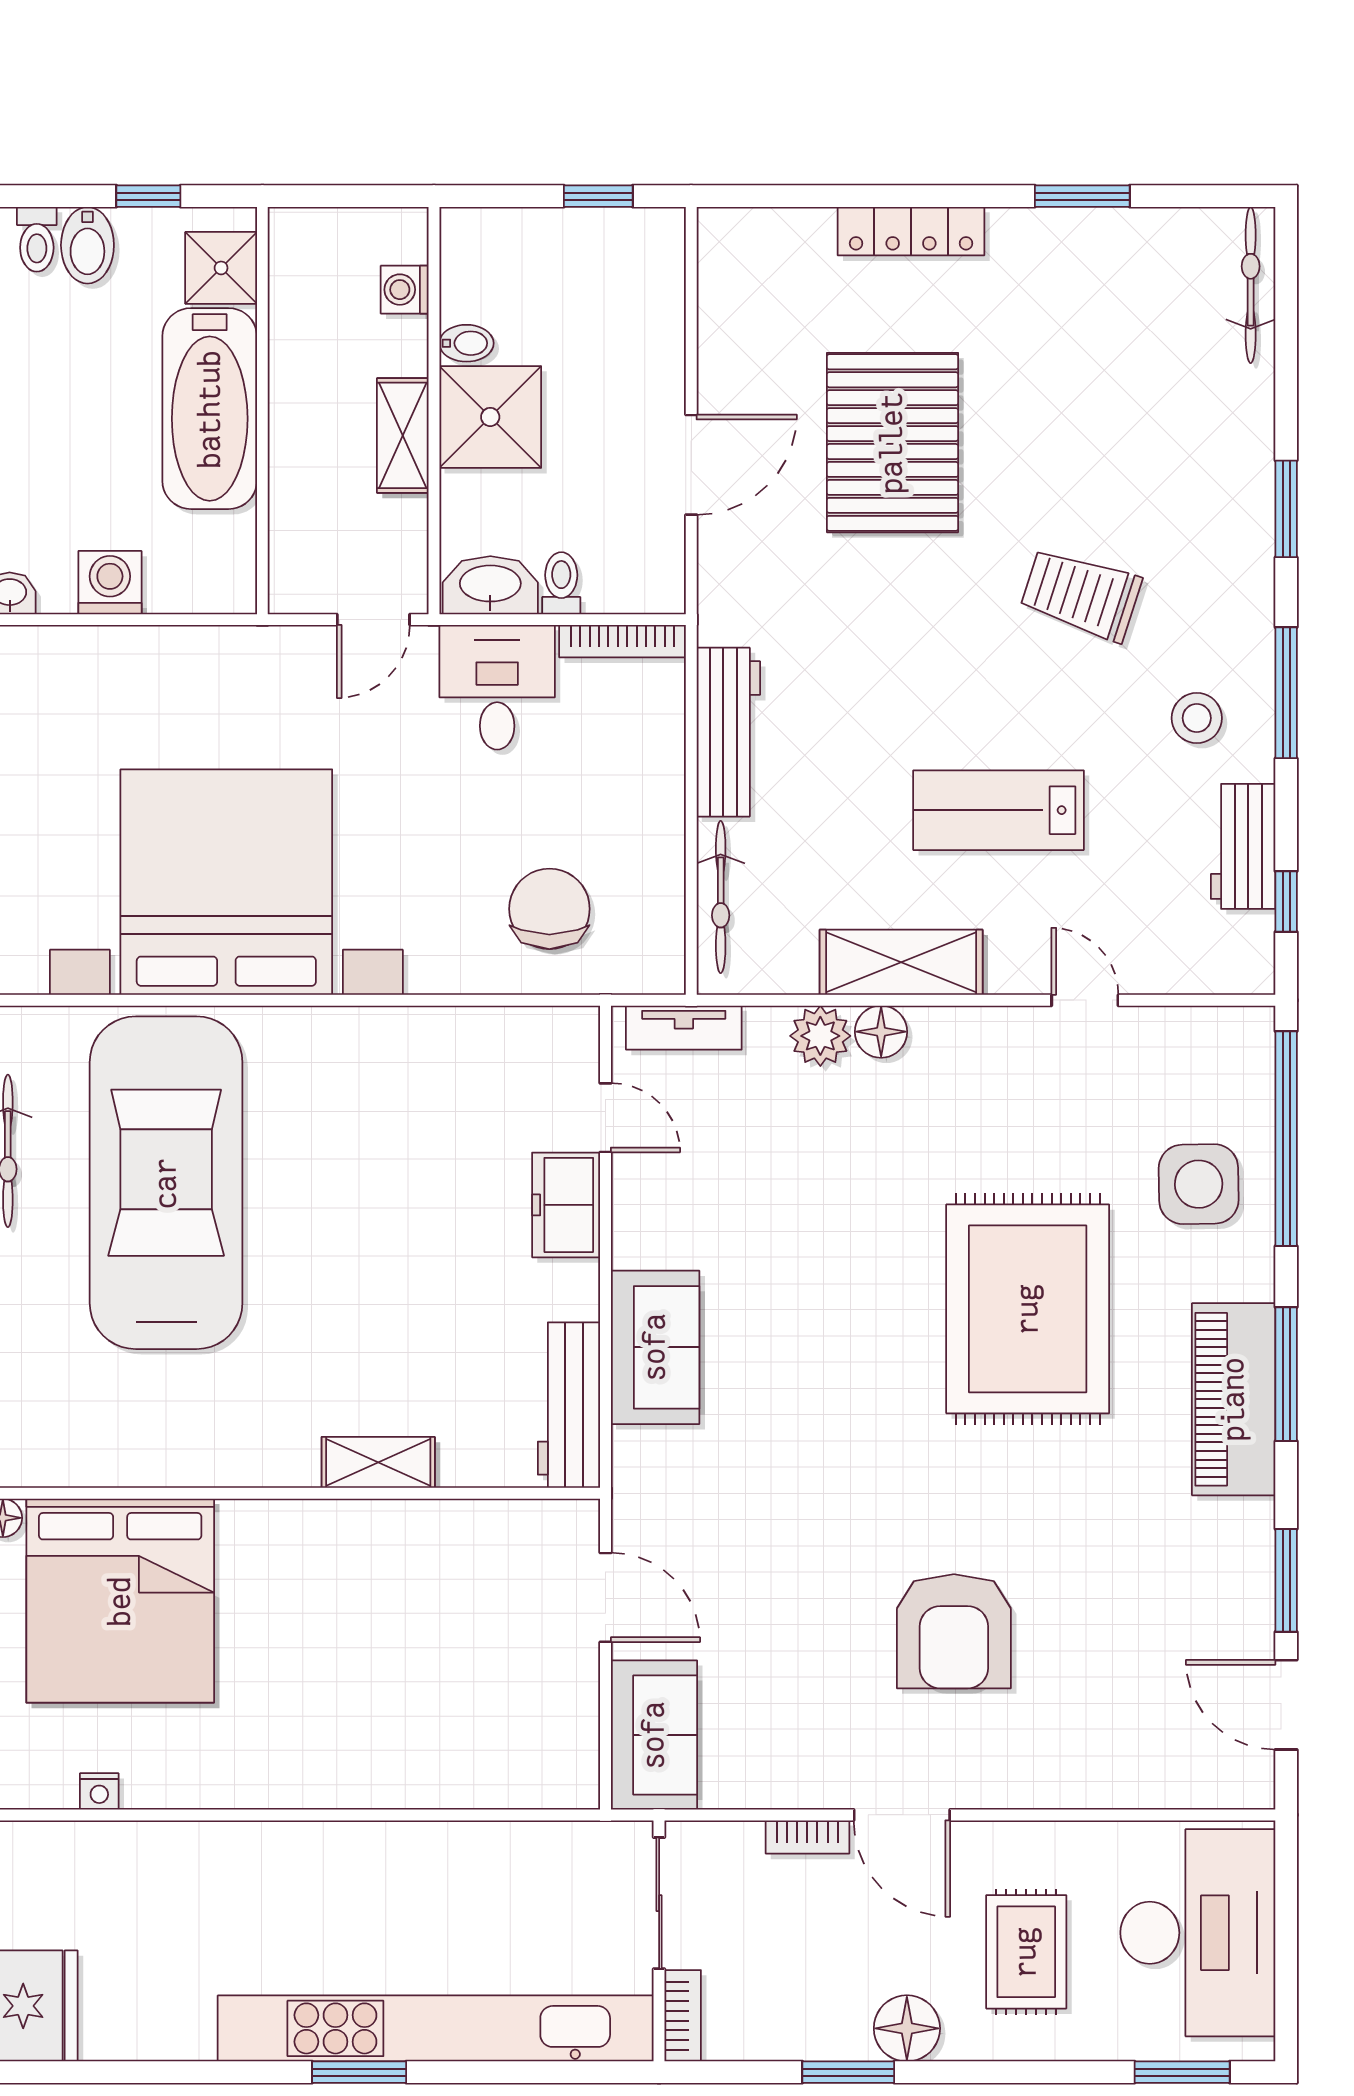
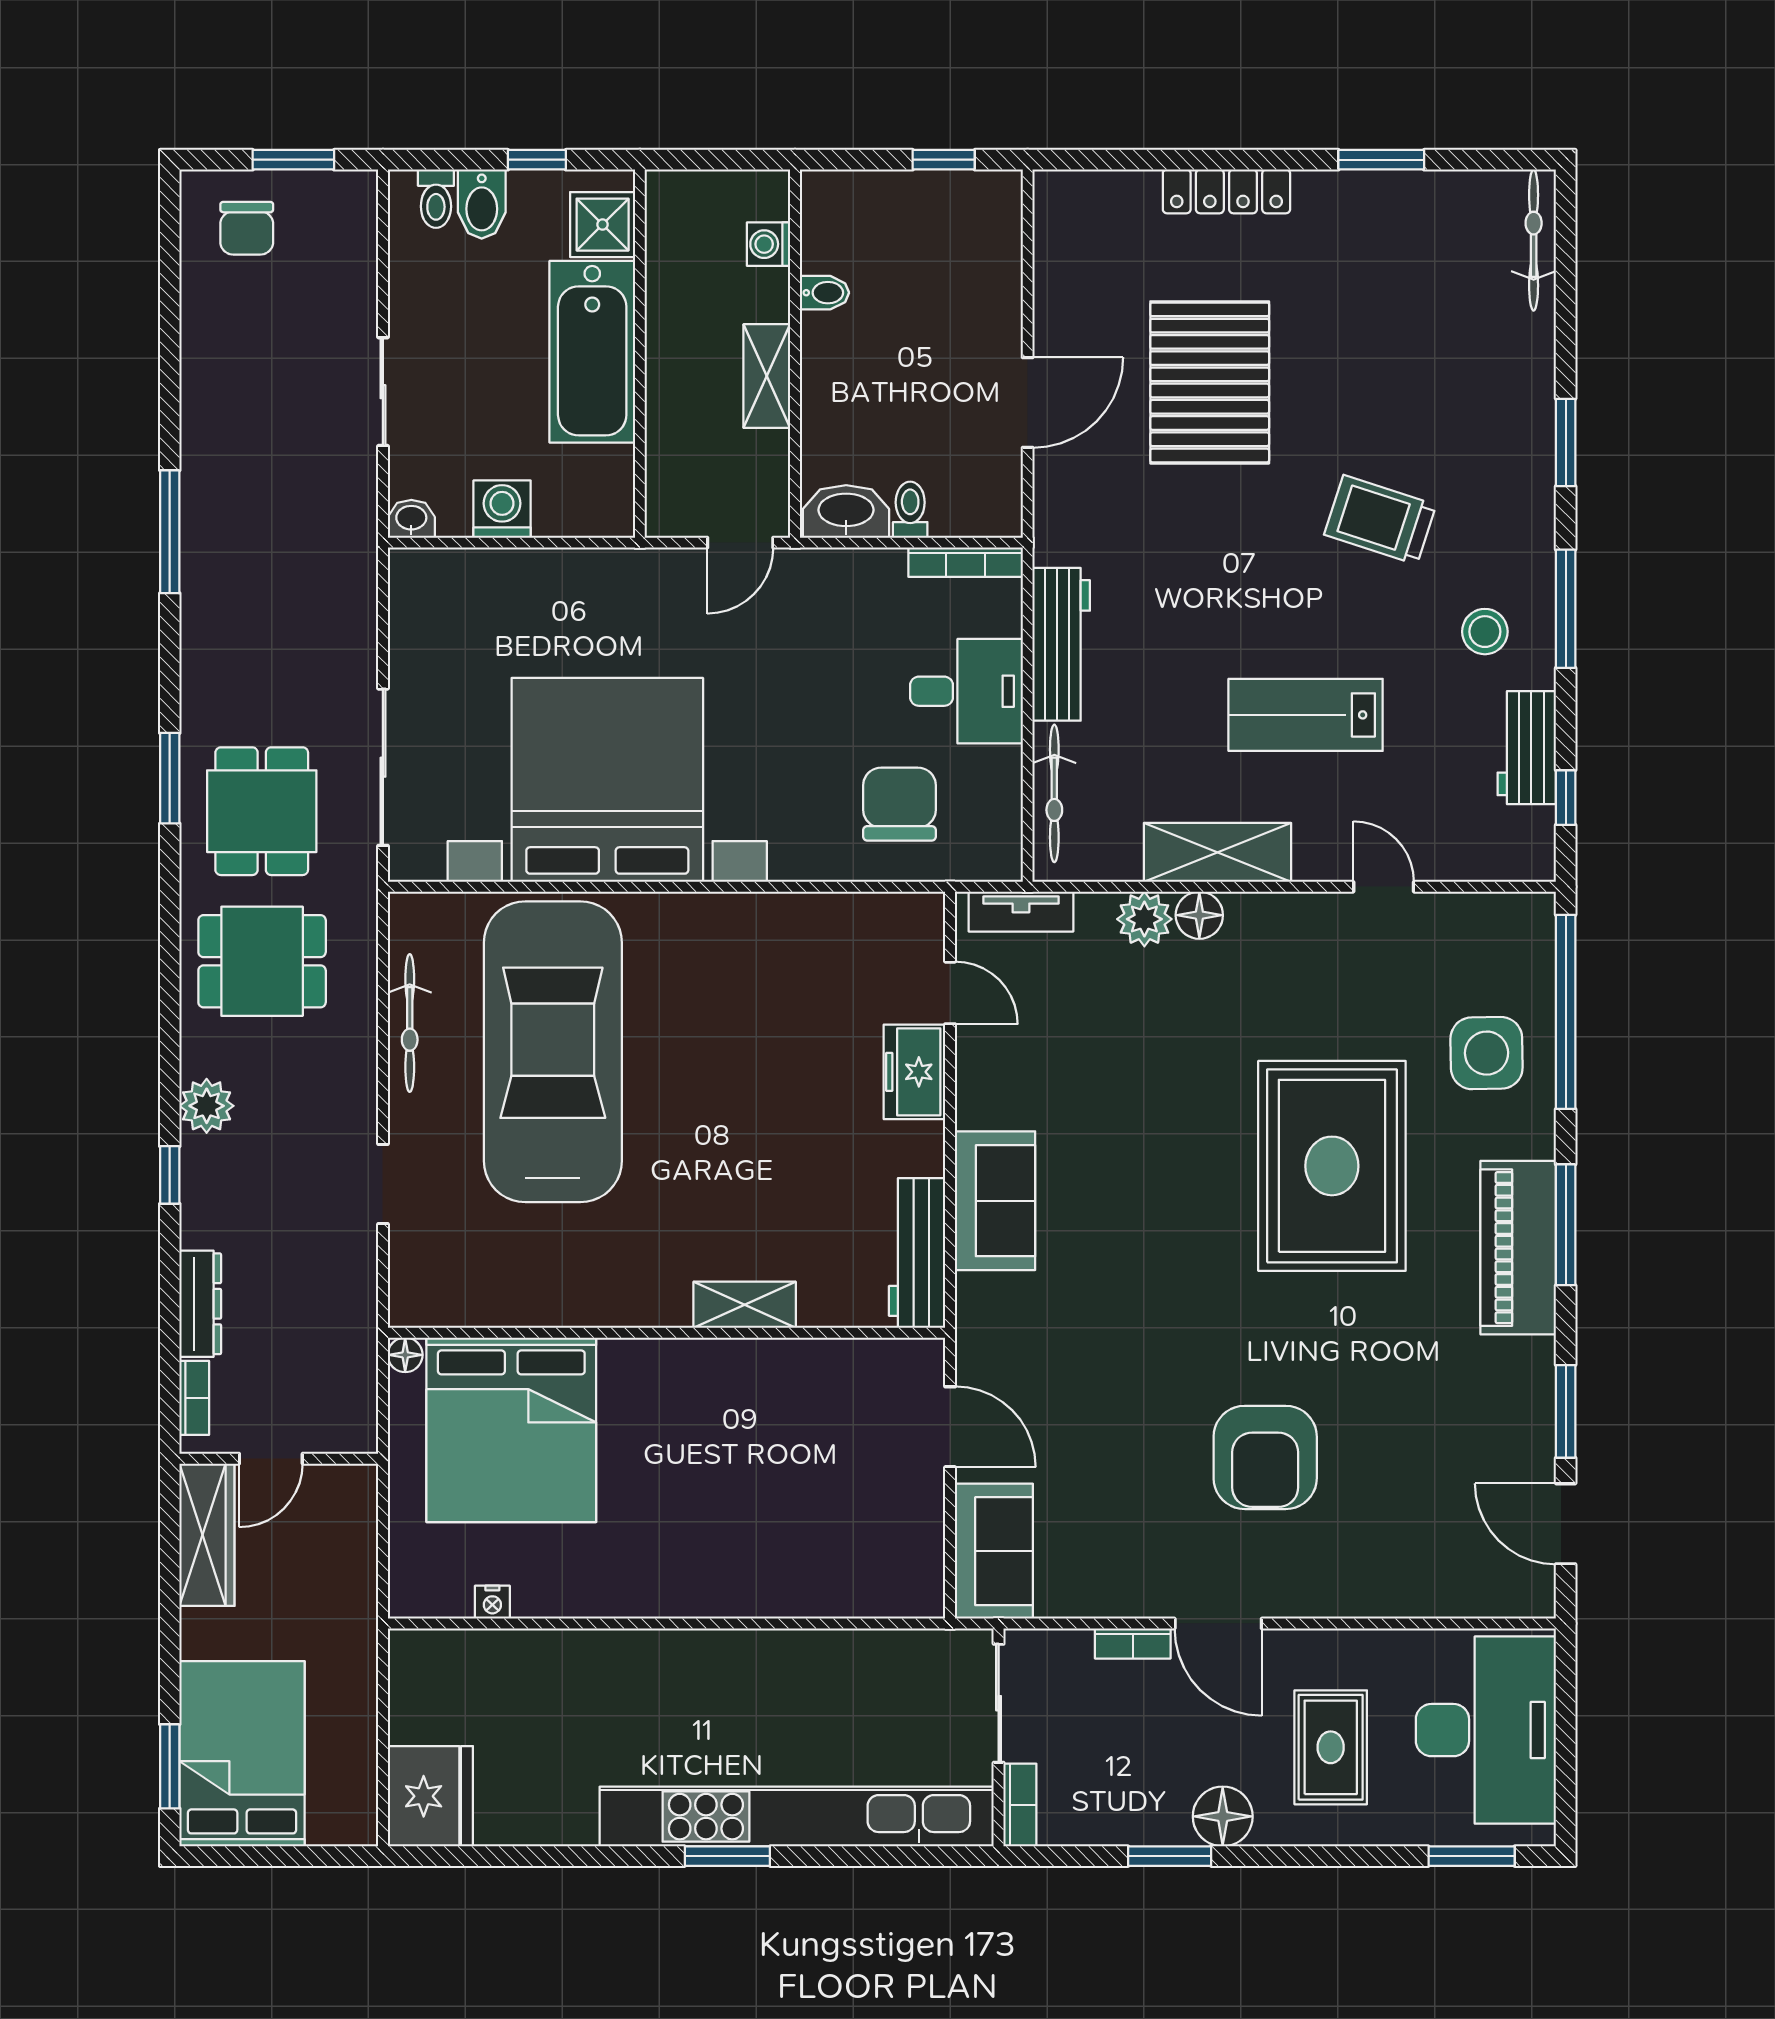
shower: (490, 417) -> (846, 359), removed
desk: (497, 687) -> (966, 691), moved, turned 90

